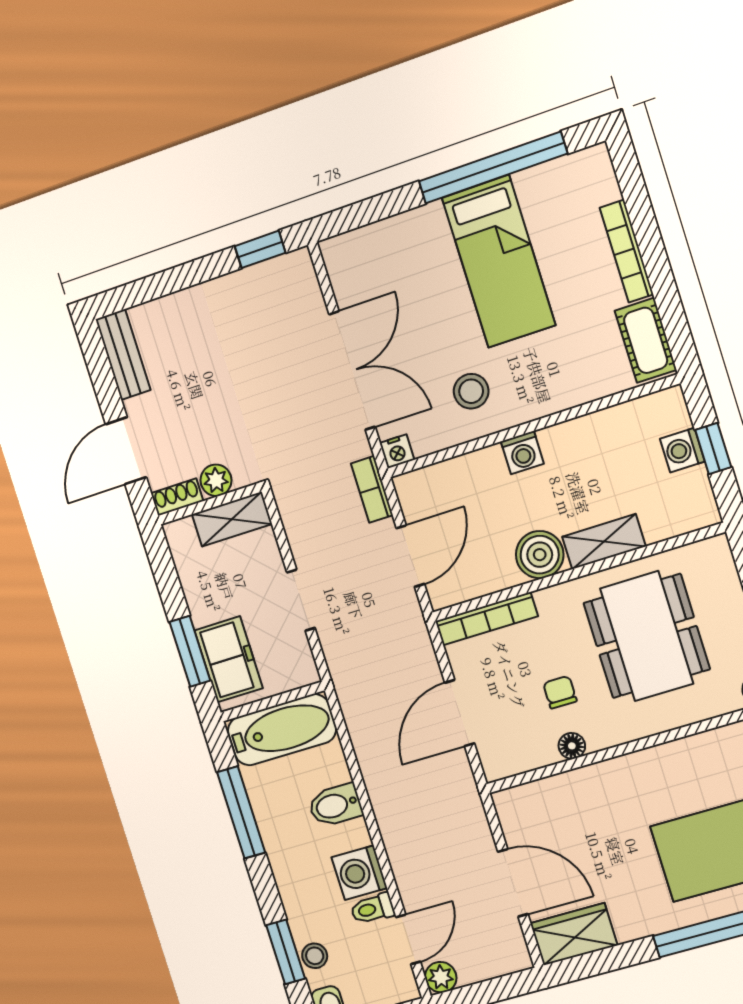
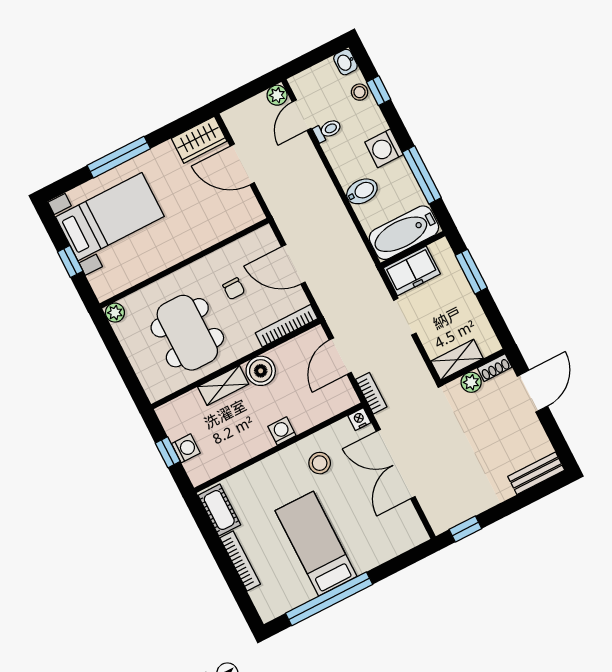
bench: (123, 355) -> (536, 473), moved, turned 90
freezer: (229, 659) -> (412, 271), moved, turned -90
door: (460, 713) -> (293, 264), swing flipped
floor lamp: (572, 746) -> (221, 257), removed
washing machine: (359, 873) -> (384, 148), moved, turned 180
window: (286, 952) -> (379, 91), width x0.67

